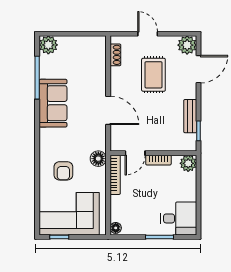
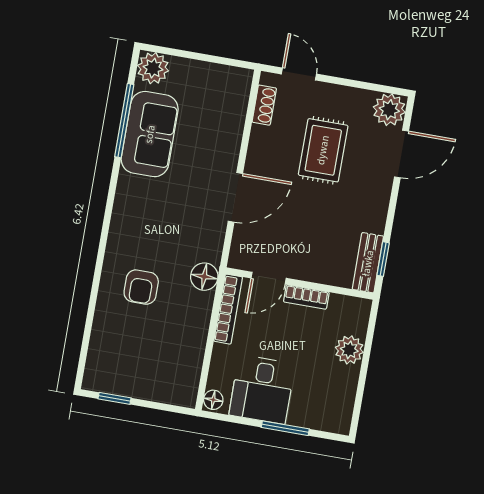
door: (148, 34) -> (299, 74), moved
sofa: (53, 103) -> (150, 134), moved
door: (108, 110) -> (235, 197), hinge flipped
bench: (190, 116) -> (368, 263), moved
plant: (188, 163) -> (349, 350), moved
corner sofa: (69, 214) -> (138, 362), removed
desk: (179, 218) -> (262, 389), moved, turned 90

